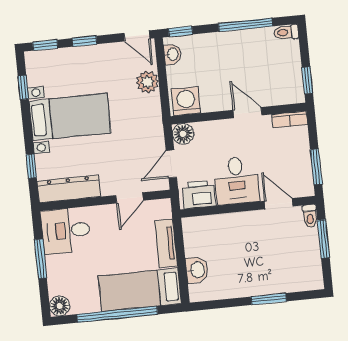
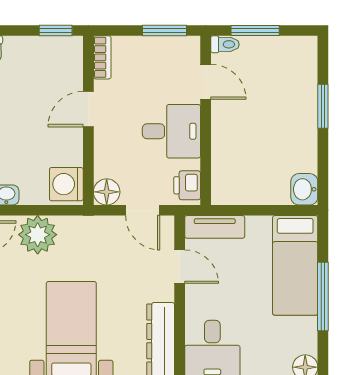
plant: (147, 82) -> (38, 235), width x1.36, depth x1.36
printer: (199, 194) -> (187, 185), width x0.73, depth x0.81
door: (279, 204) -> (206, 82), swing flipped
tv unit: (166, 243) -> (215, 227), moved
washbasin: (197, 270) -> (304, 189), moved, turned -90
window: (117, 314) -> (323, 297), width x0.68

